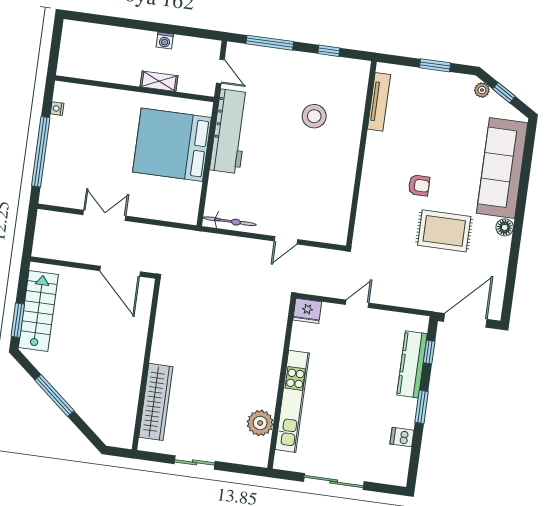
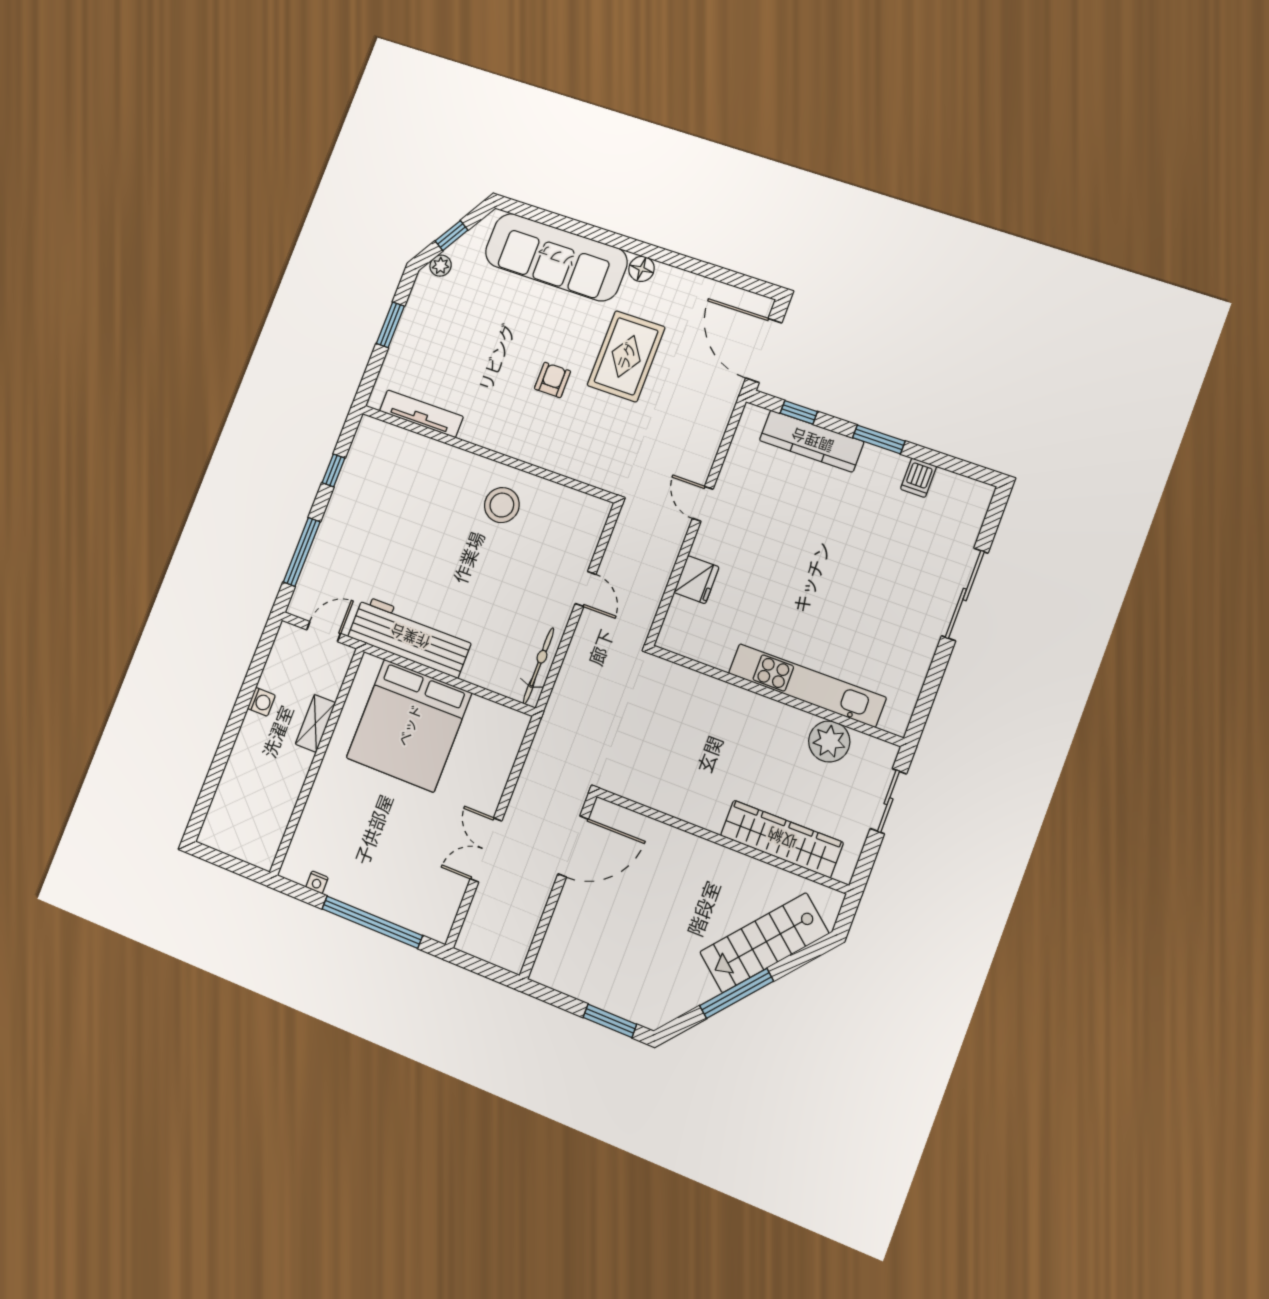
stool: (314, 116) -> (502, 505), moved
stairs: (38, 311) -> (764, 943), moved, turned -50
wall: (282, 383) -> (776, 695), moved
kitchen unit: (292, 401) -> (807, 685), moved
plant: (260, 423) -> (829, 741), moved

